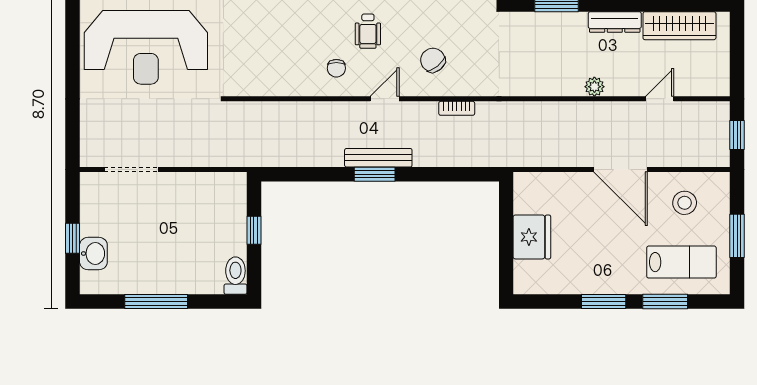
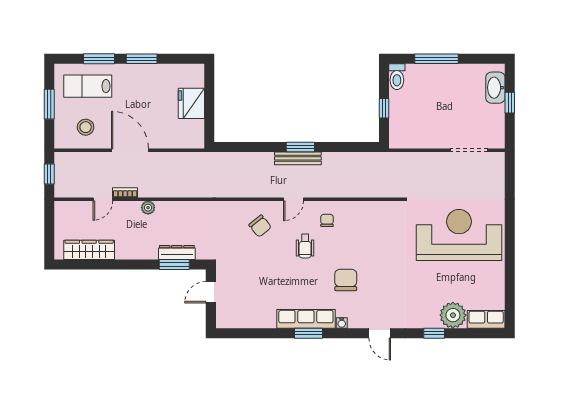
dresser: (615, 22) -> (177, 252), moved
wheelchair: (368, 31) -> (305, 246), turned 180
bookcase: (457, 108) -> (125, 193), moved
washbasin: (93, 254) -> (495, 88), width x1.38
window: (156, 301) -> (436, 59), moved

